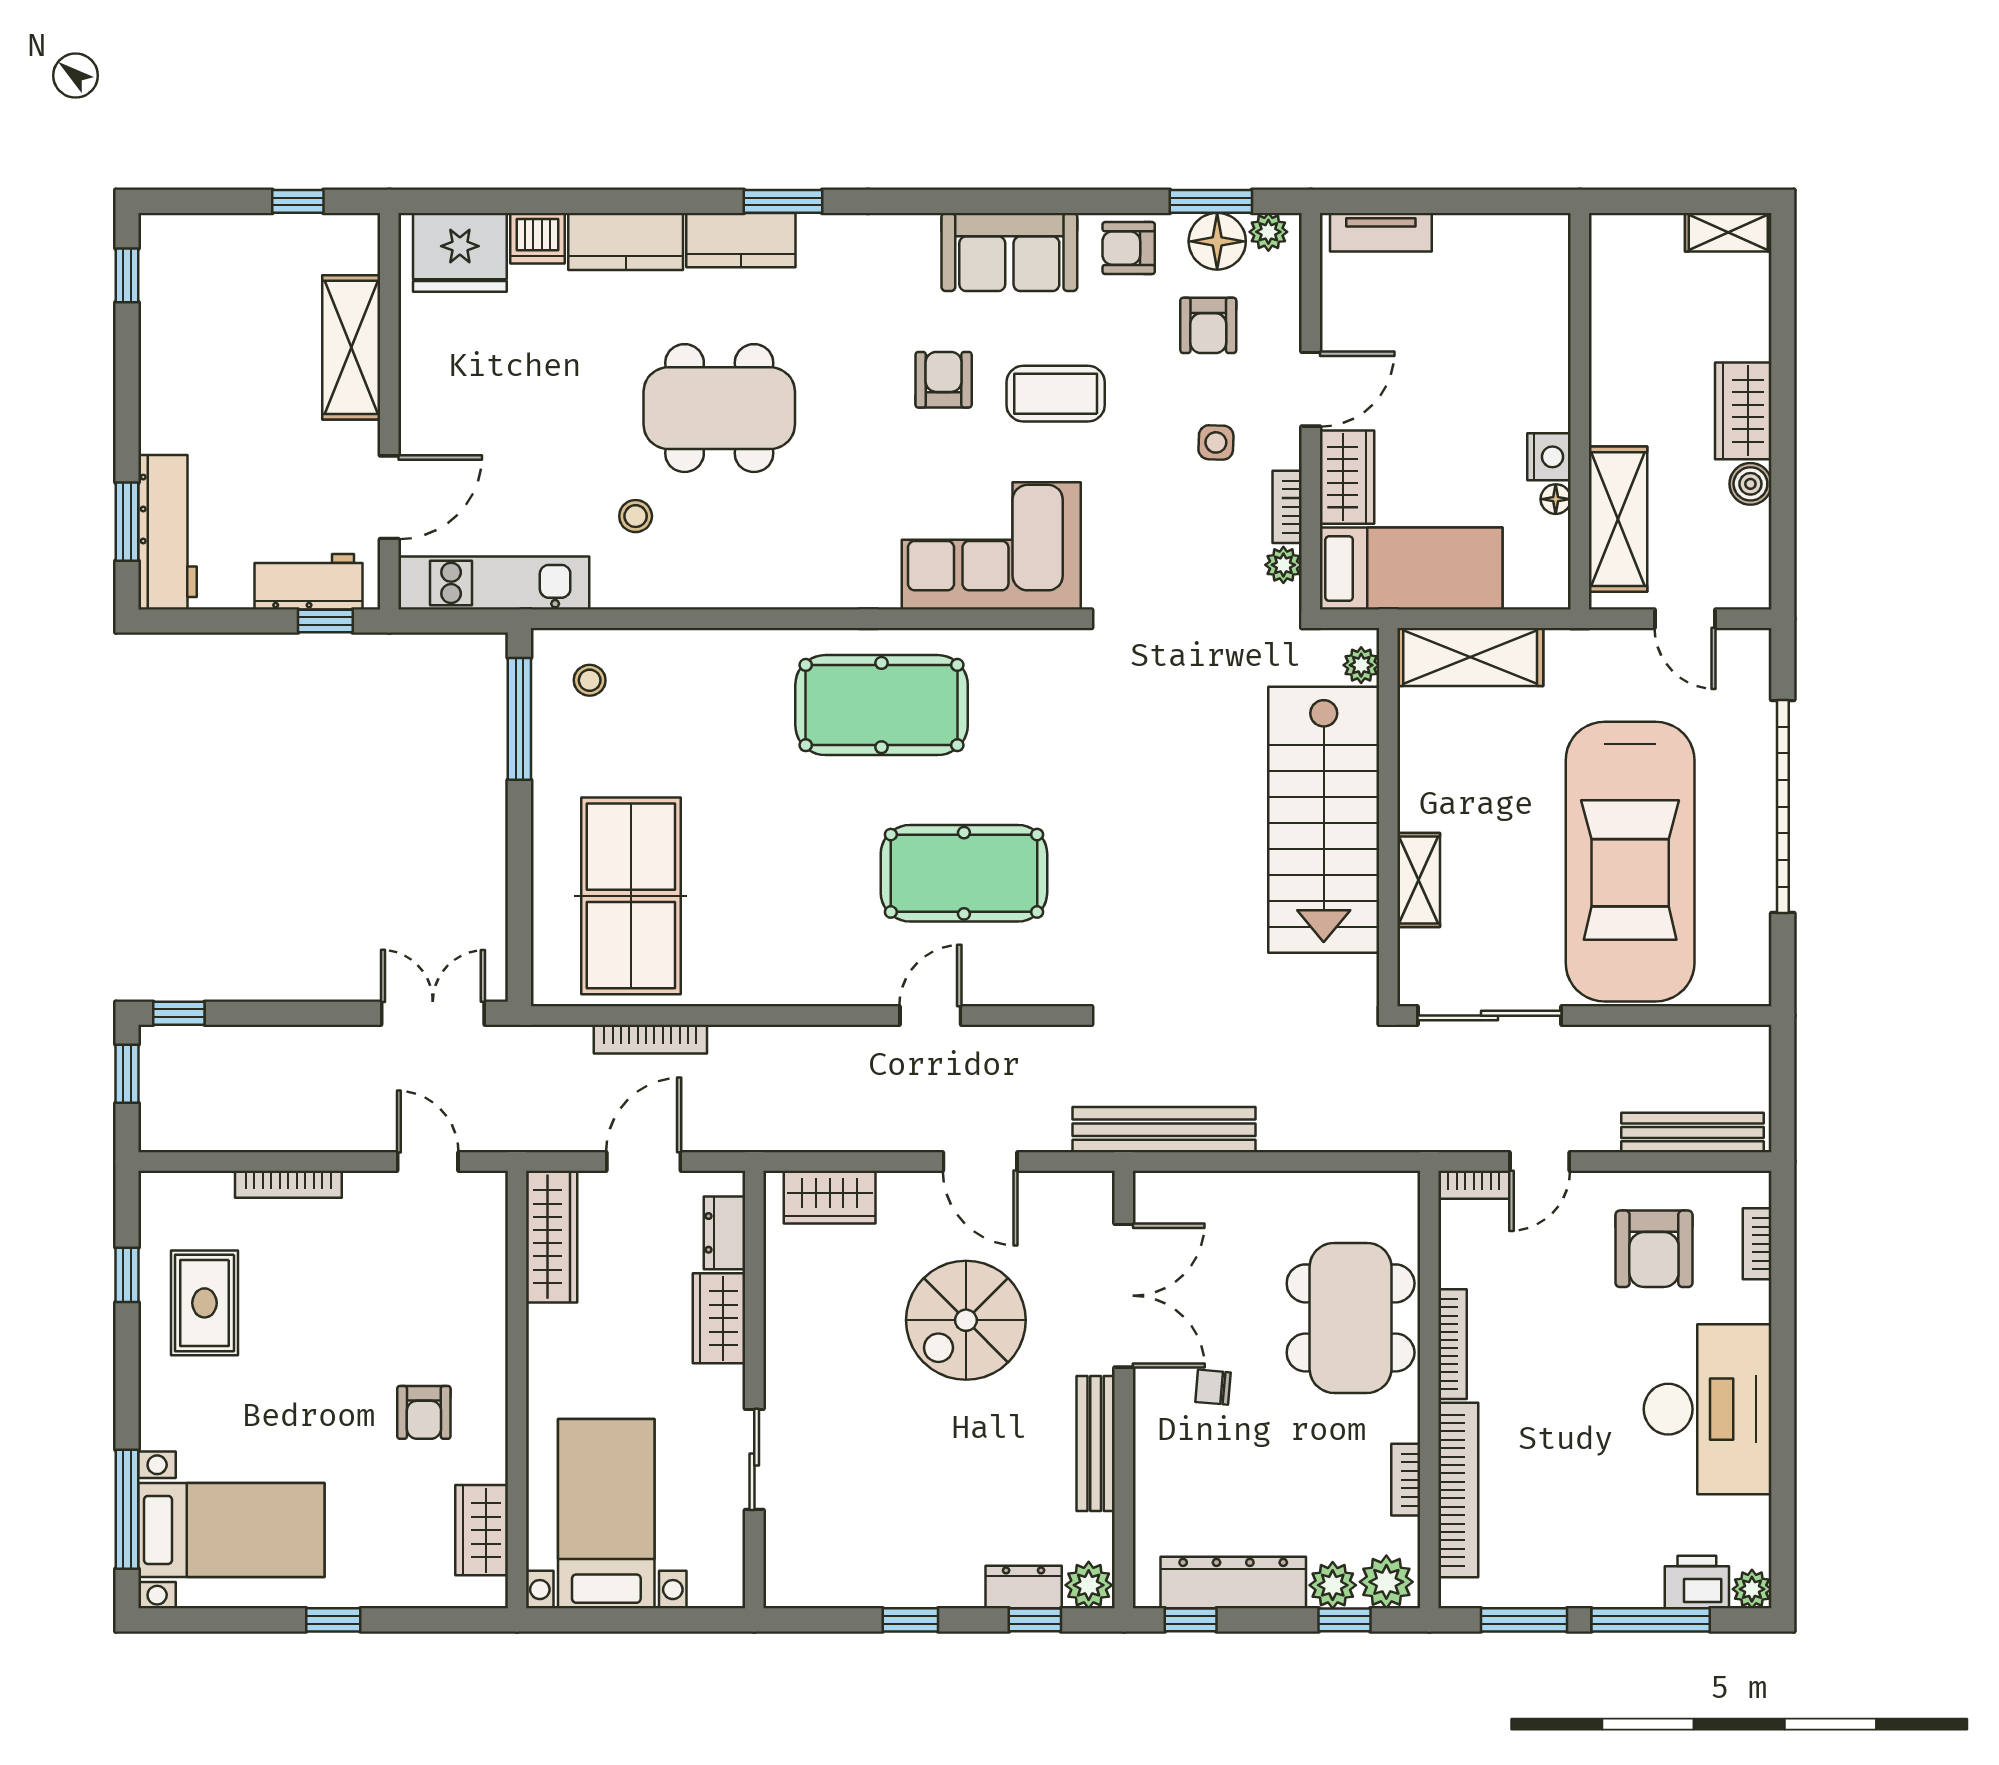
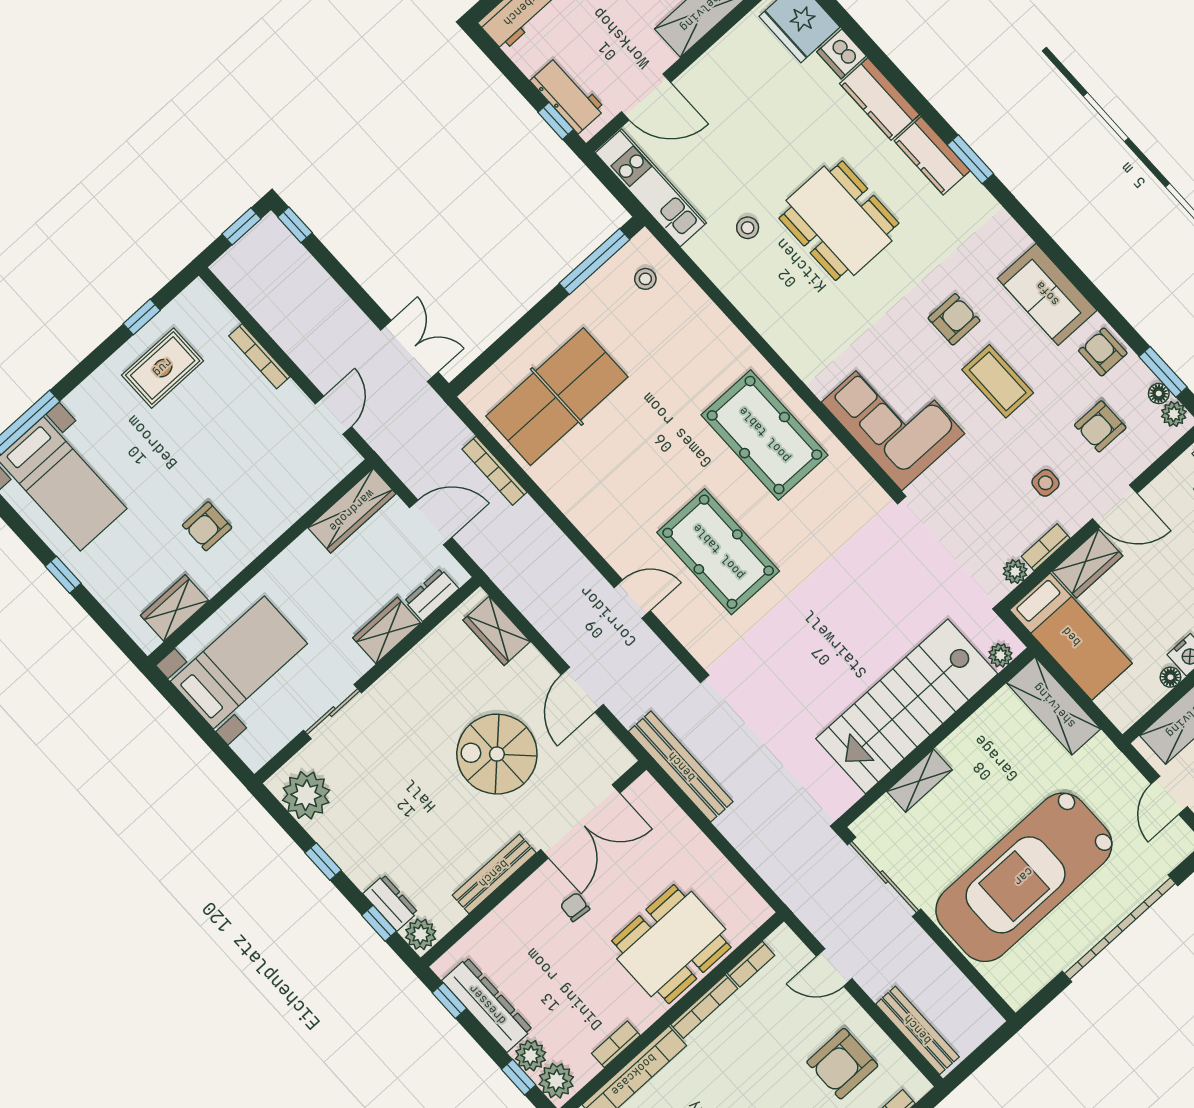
floor lamp: (1217, 241) -> (1159, 394), width x0.53, depth x0.53
bookcase: (1474, 1185) -> (751, 964), moved, turned -90
plant: (820, 1572) -> (306, 795), added

